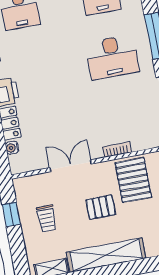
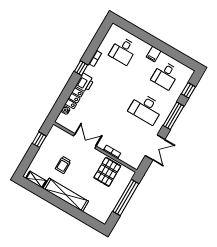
pallet: (101, 207) -> (82, 171), removed
trolley: (47, 219) -> (63, 165), moved

